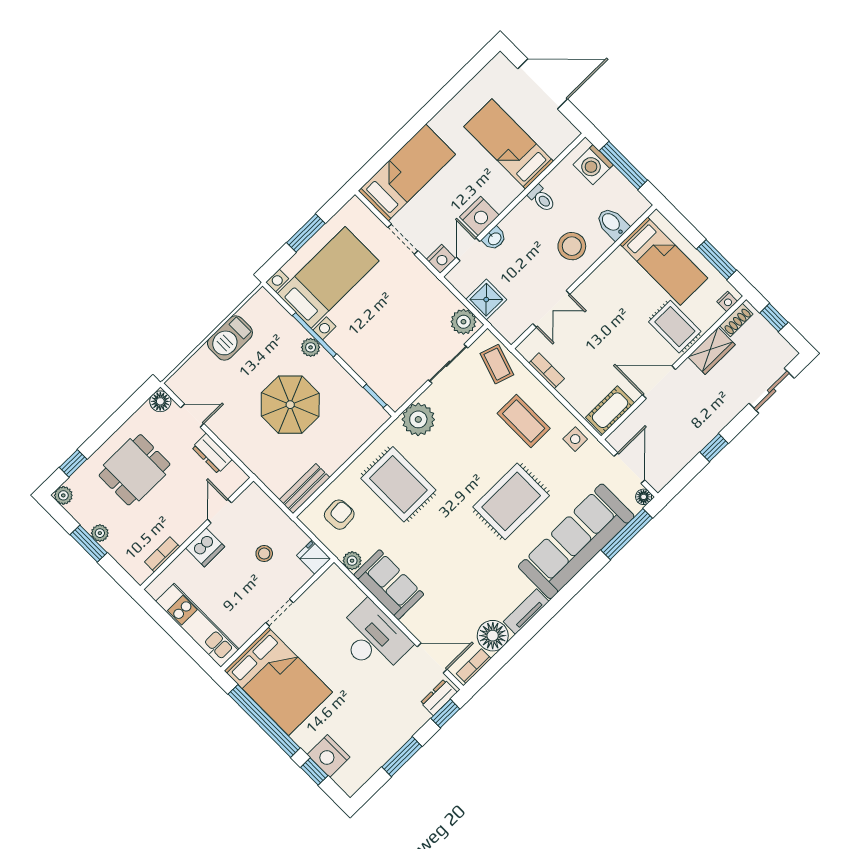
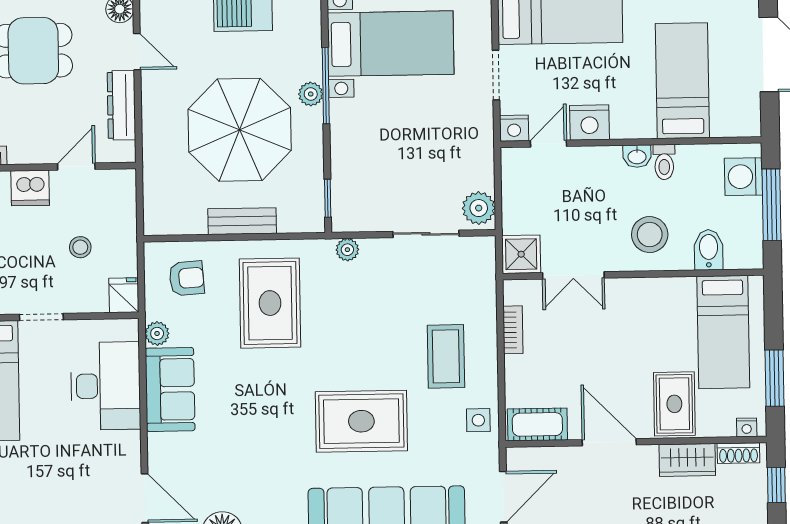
washbasin: (494, 238) -> (637, 156), moved
shower: (486, 300) -> (521, 254), moved
coffee table: (497, 364) -> (472, 278), removed
parasol: (290, 405) -> (240, 130), width x1.36, depth x1.36
plant: (418, 419) -> (347, 250), width x0.53, depth x0.53
dresser: (212, 453) -> (121, 105), width x1.44
bench: (304, 489) -> (242, 221), moved
desk: (373, 639) -> (106, 386), moved

